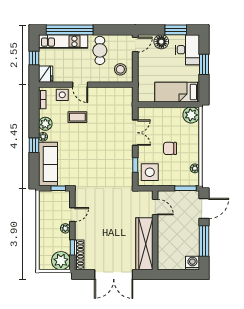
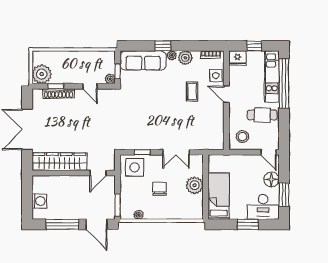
door: (80, 85) -> (226, 94), hinge flipped
plant: (191, 115) -> (195, 185), moved
plant: (65, 228) -> (110, 79), moved
shoe rack: (79, 255) -> (59, 93), moved
washing machine: (192, 263) -> (39, 201), moved

